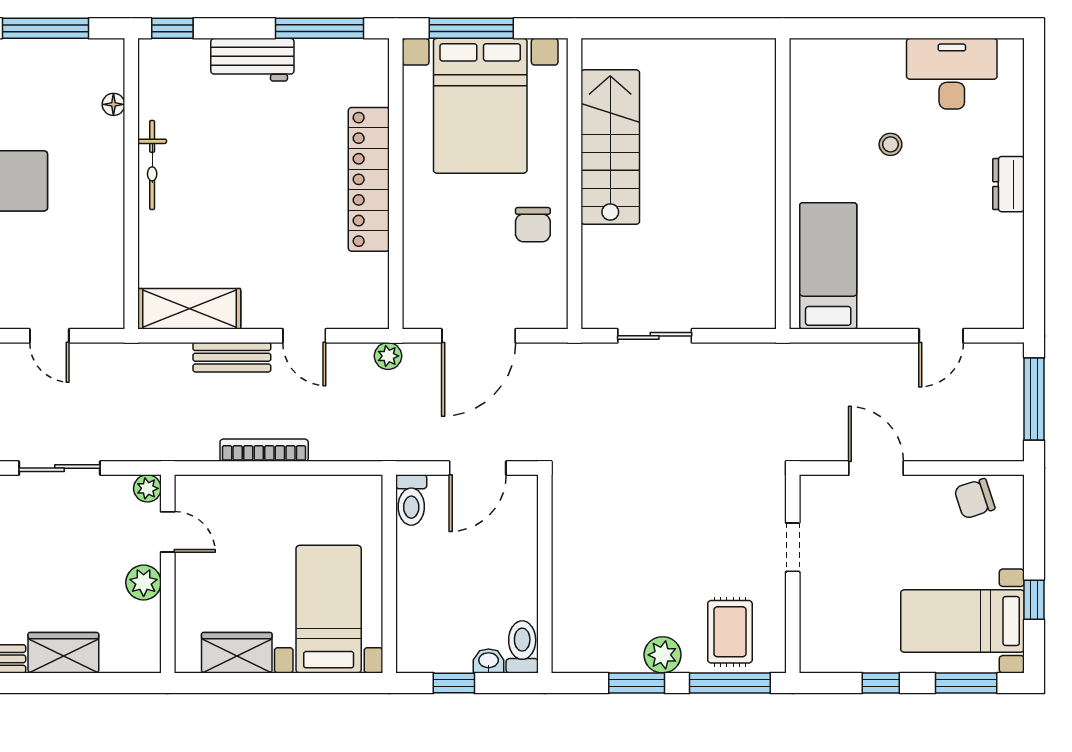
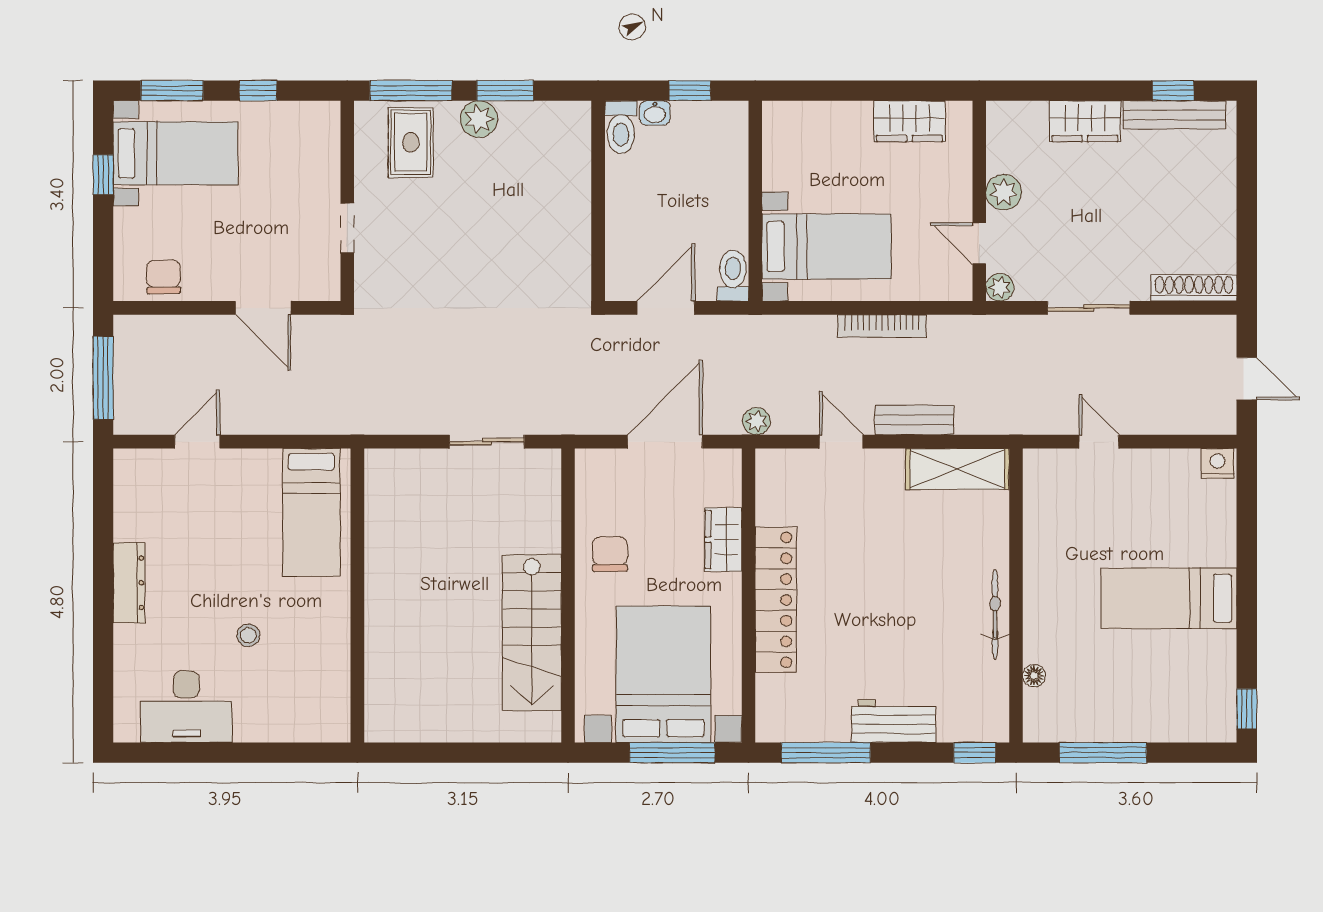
dresser: (1009, 184) -> (129, 583), width x1.44
wardrobe: (421, 239) -> (723, 540), added
chair: (975, 499) -> (163, 277), turned -73
bed with nightstands: (329, 609) -> (827, 247), moved, turned -90

